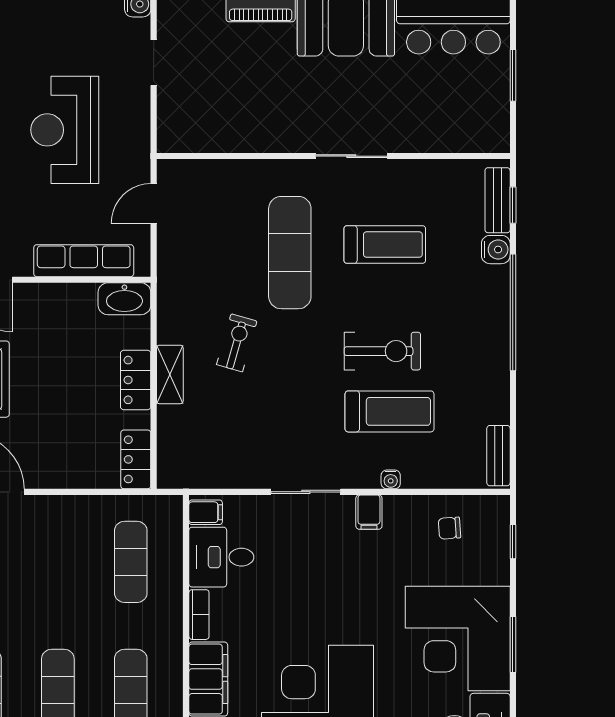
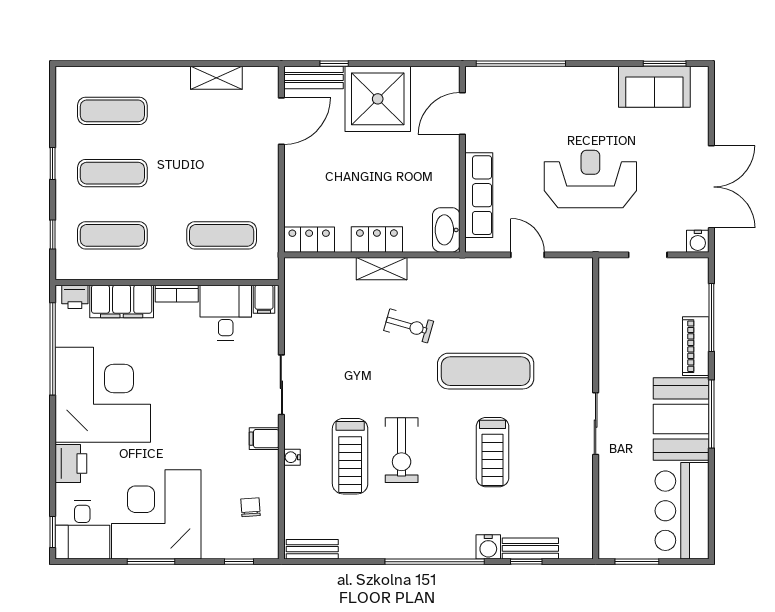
wall: (333, 156) -> (596, 408), moved
sliding door: (351, 156) -> (596, 424), moved

